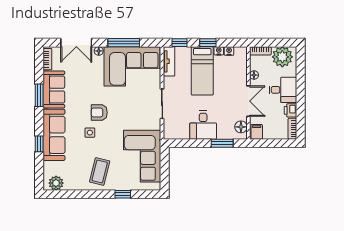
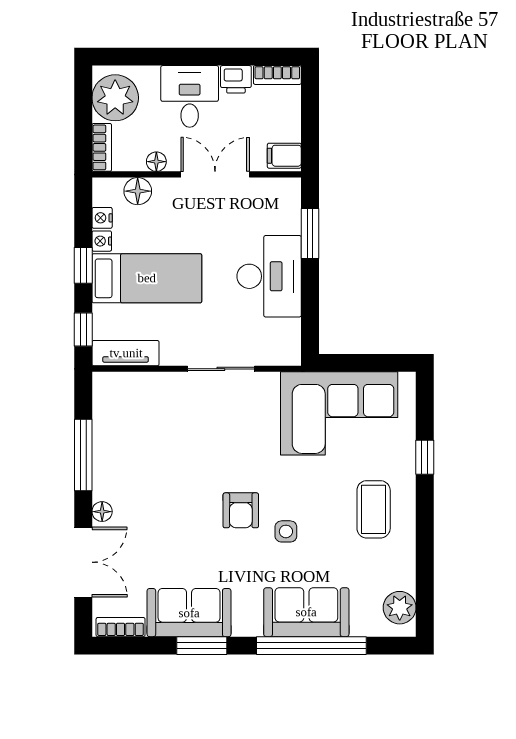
corner sofa: (132, 66) -> (137, 437), removed
desk: (203, 125) -> (269, 276), width x1.37
floor lamp: (241, 127) -> (138, 191), moved
sofa: (54, 135) -> (306, 612), width x0.73
window: (39, 144) -> (311, 646), width x3.17
coffee table: (100, 171) -> (374, 509), turned 76

